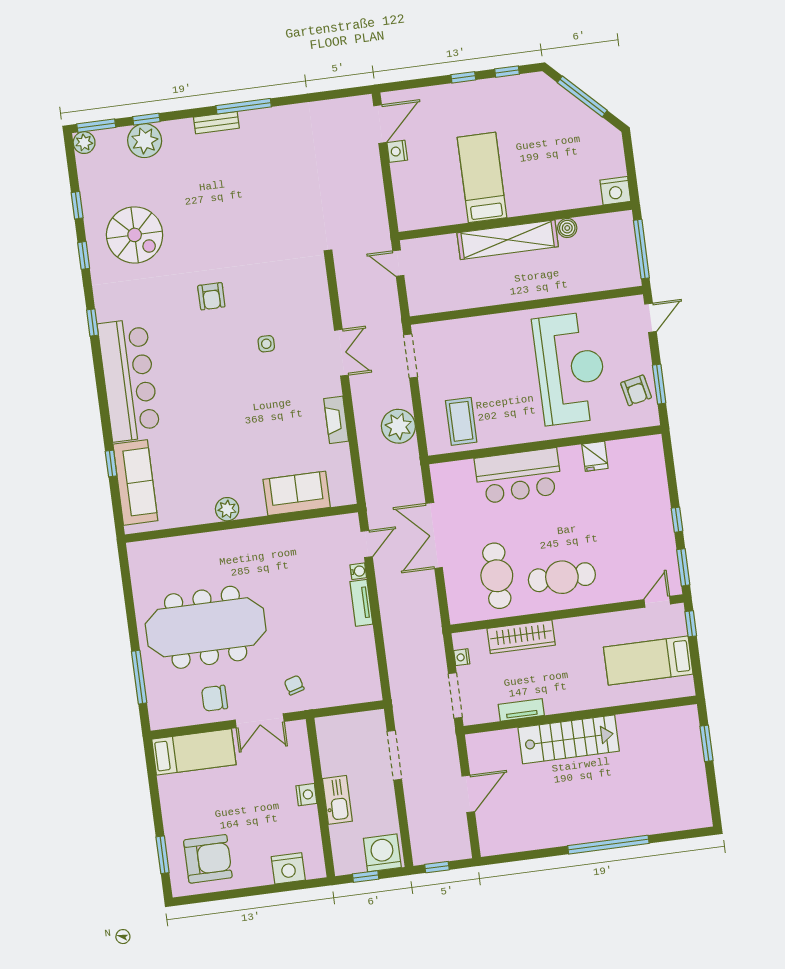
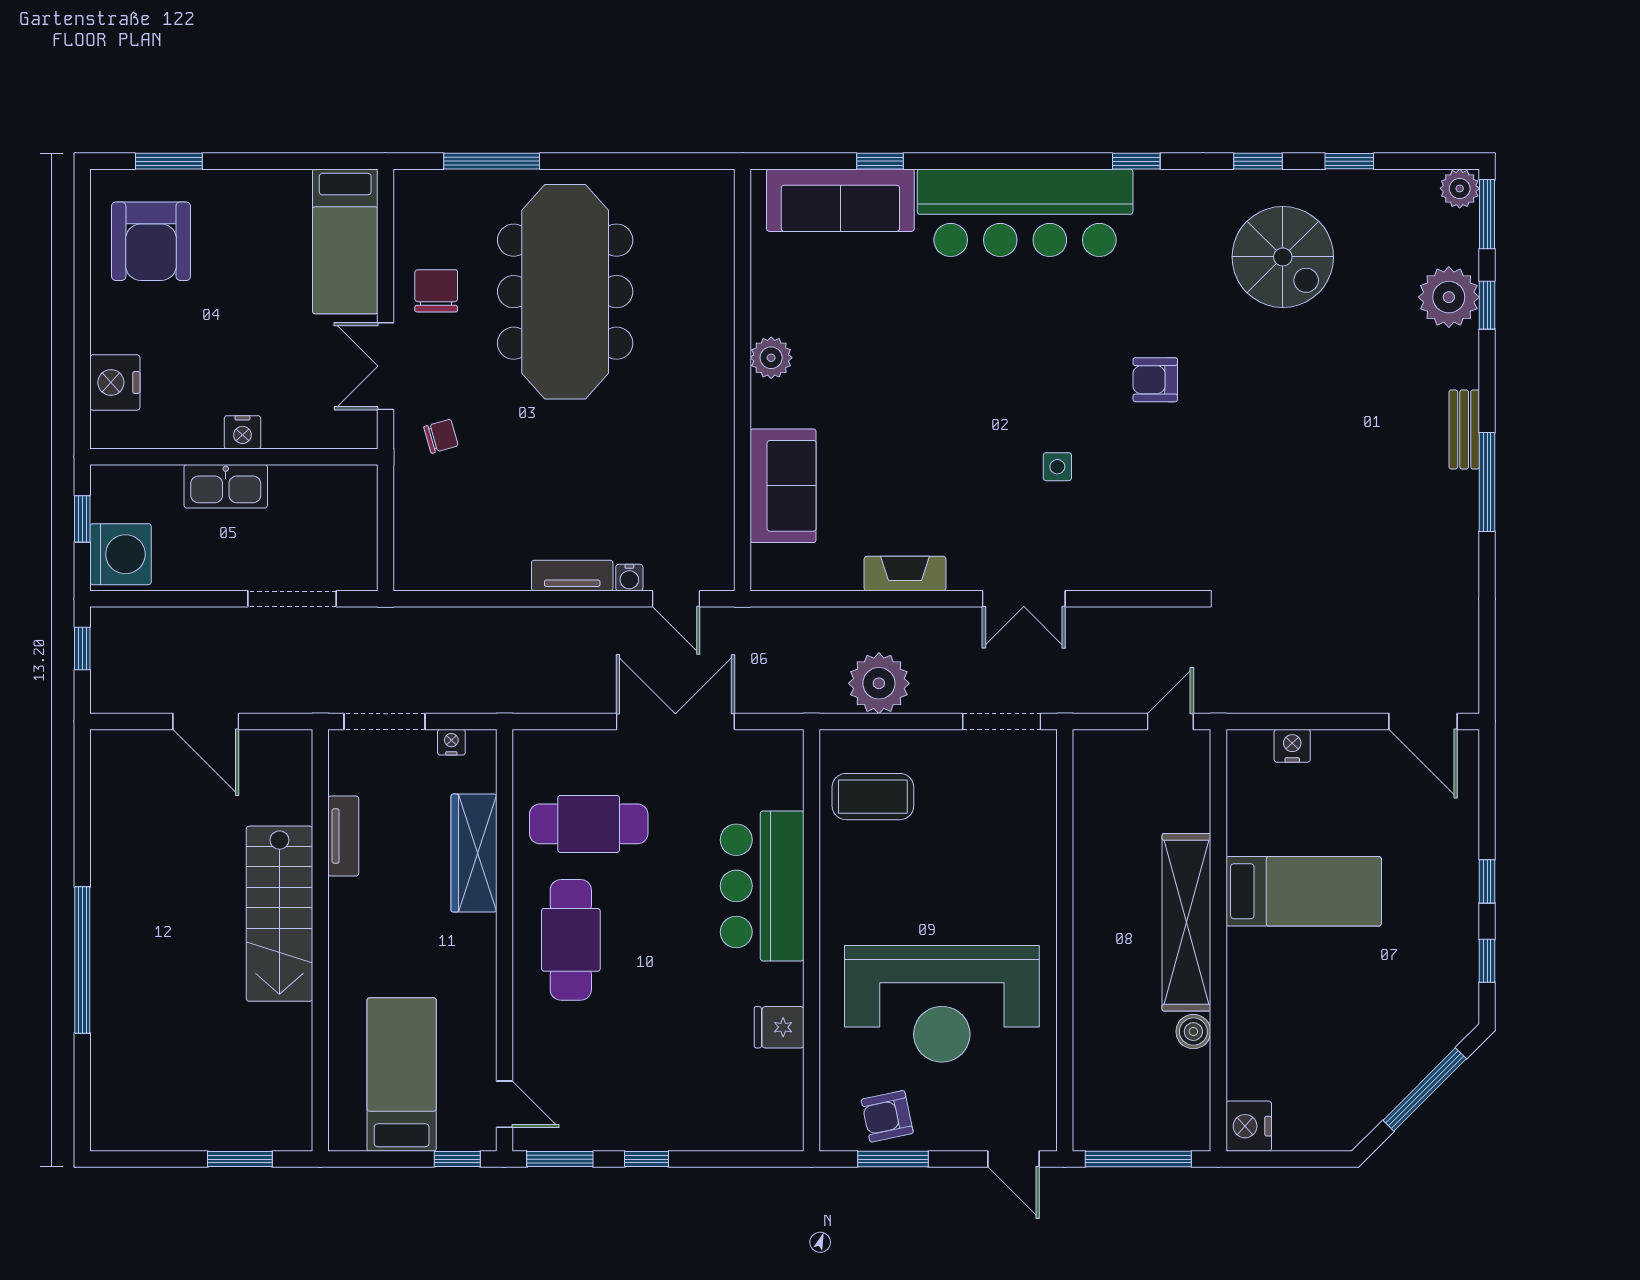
nightstand: (397, 151) -> (1292, 746), moved
spiral stairs: (135, 235) -> (1283, 257), turned -90

